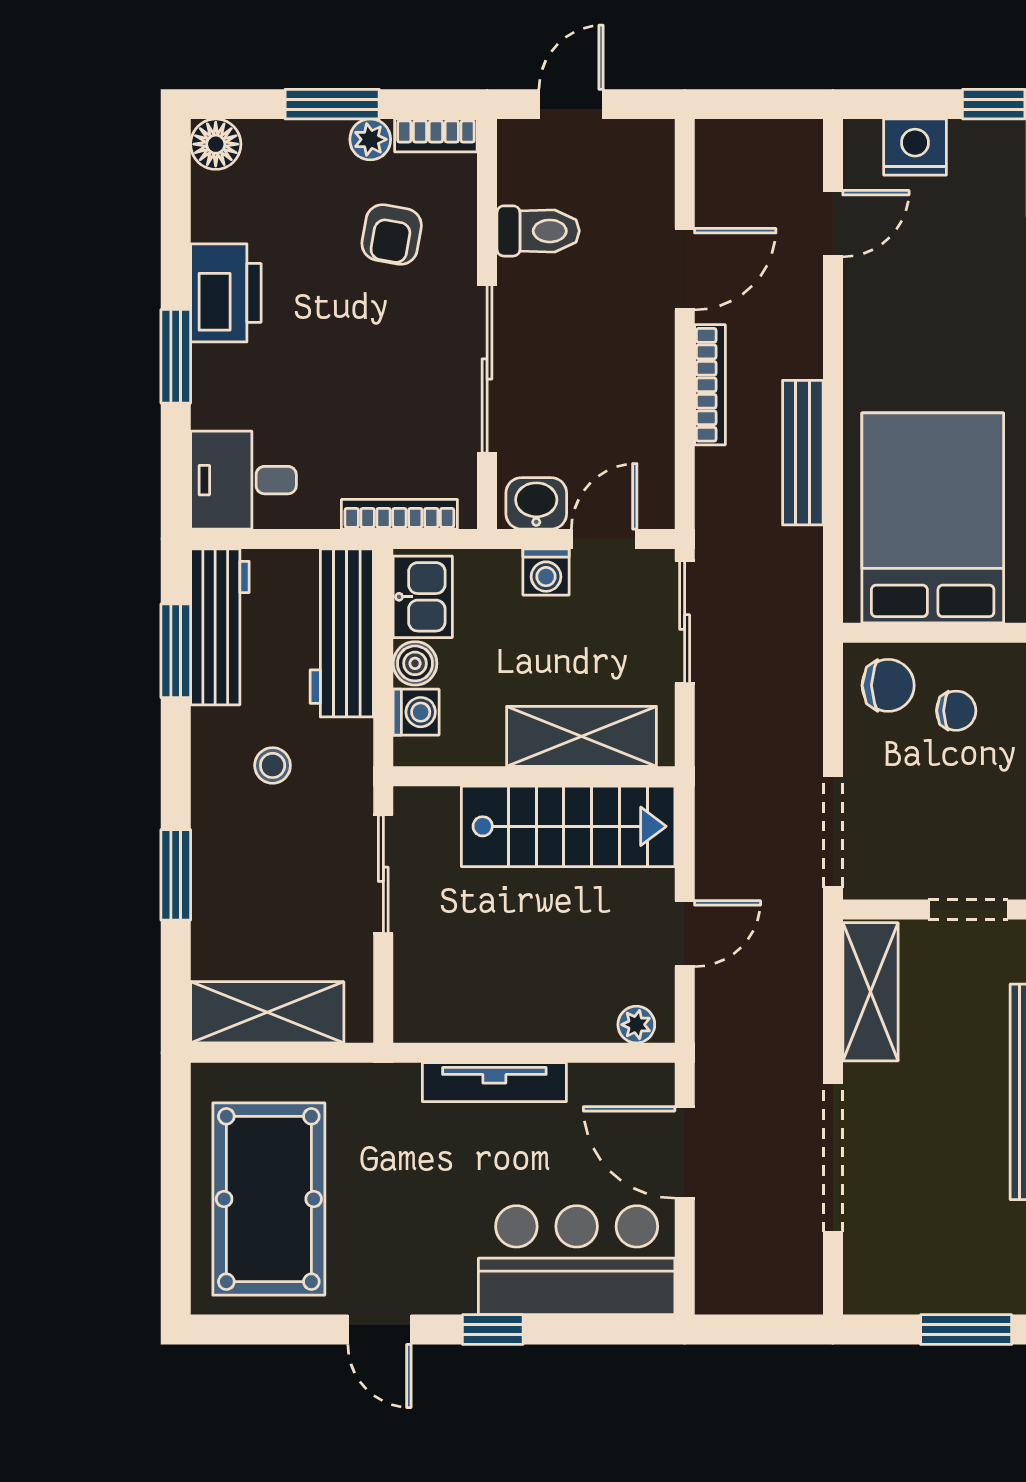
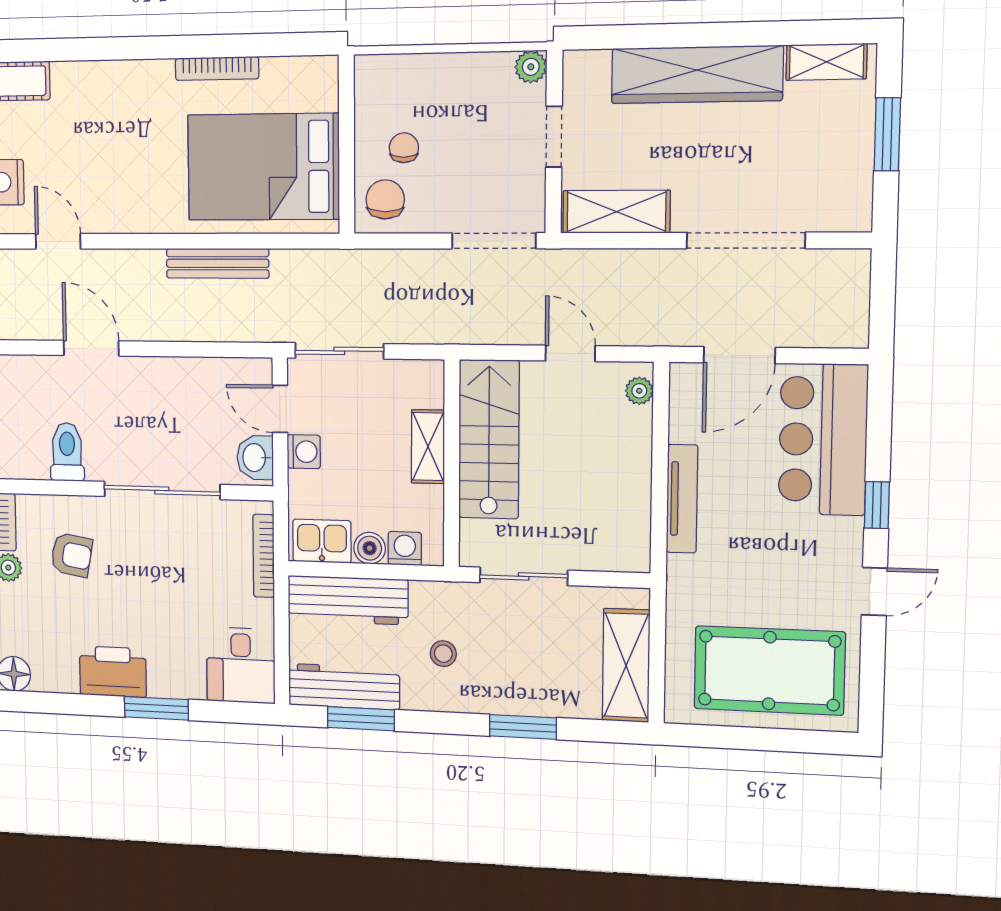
bookcase: (710, 385) -> (171, 331), removed
shelving: (581, 736) -> (428, 447), width x0.67, depth x0.75

